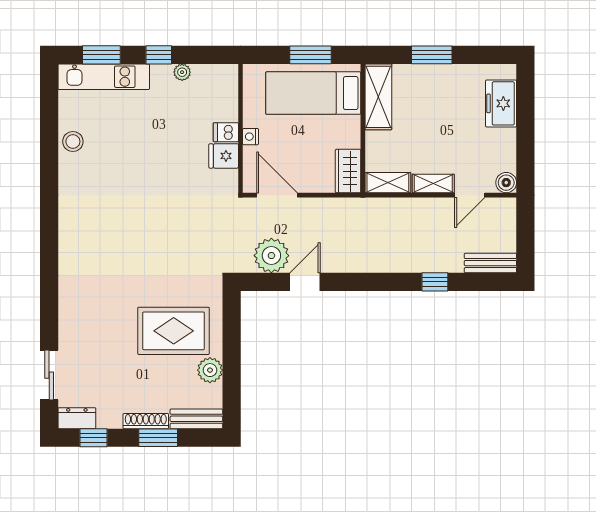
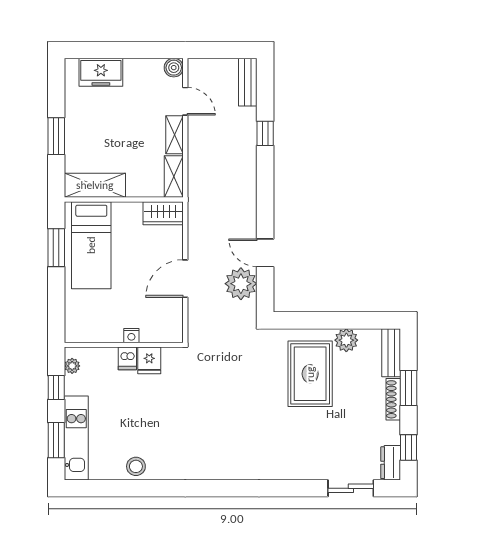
wall: (241, 128) -> (124, 345), moved
dishwasher: (226, 132) -> (127, 358), moved
nightstand: (251, 137) -> (131, 336), moved
fridge: (224, 156) -> (149, 360), moved

